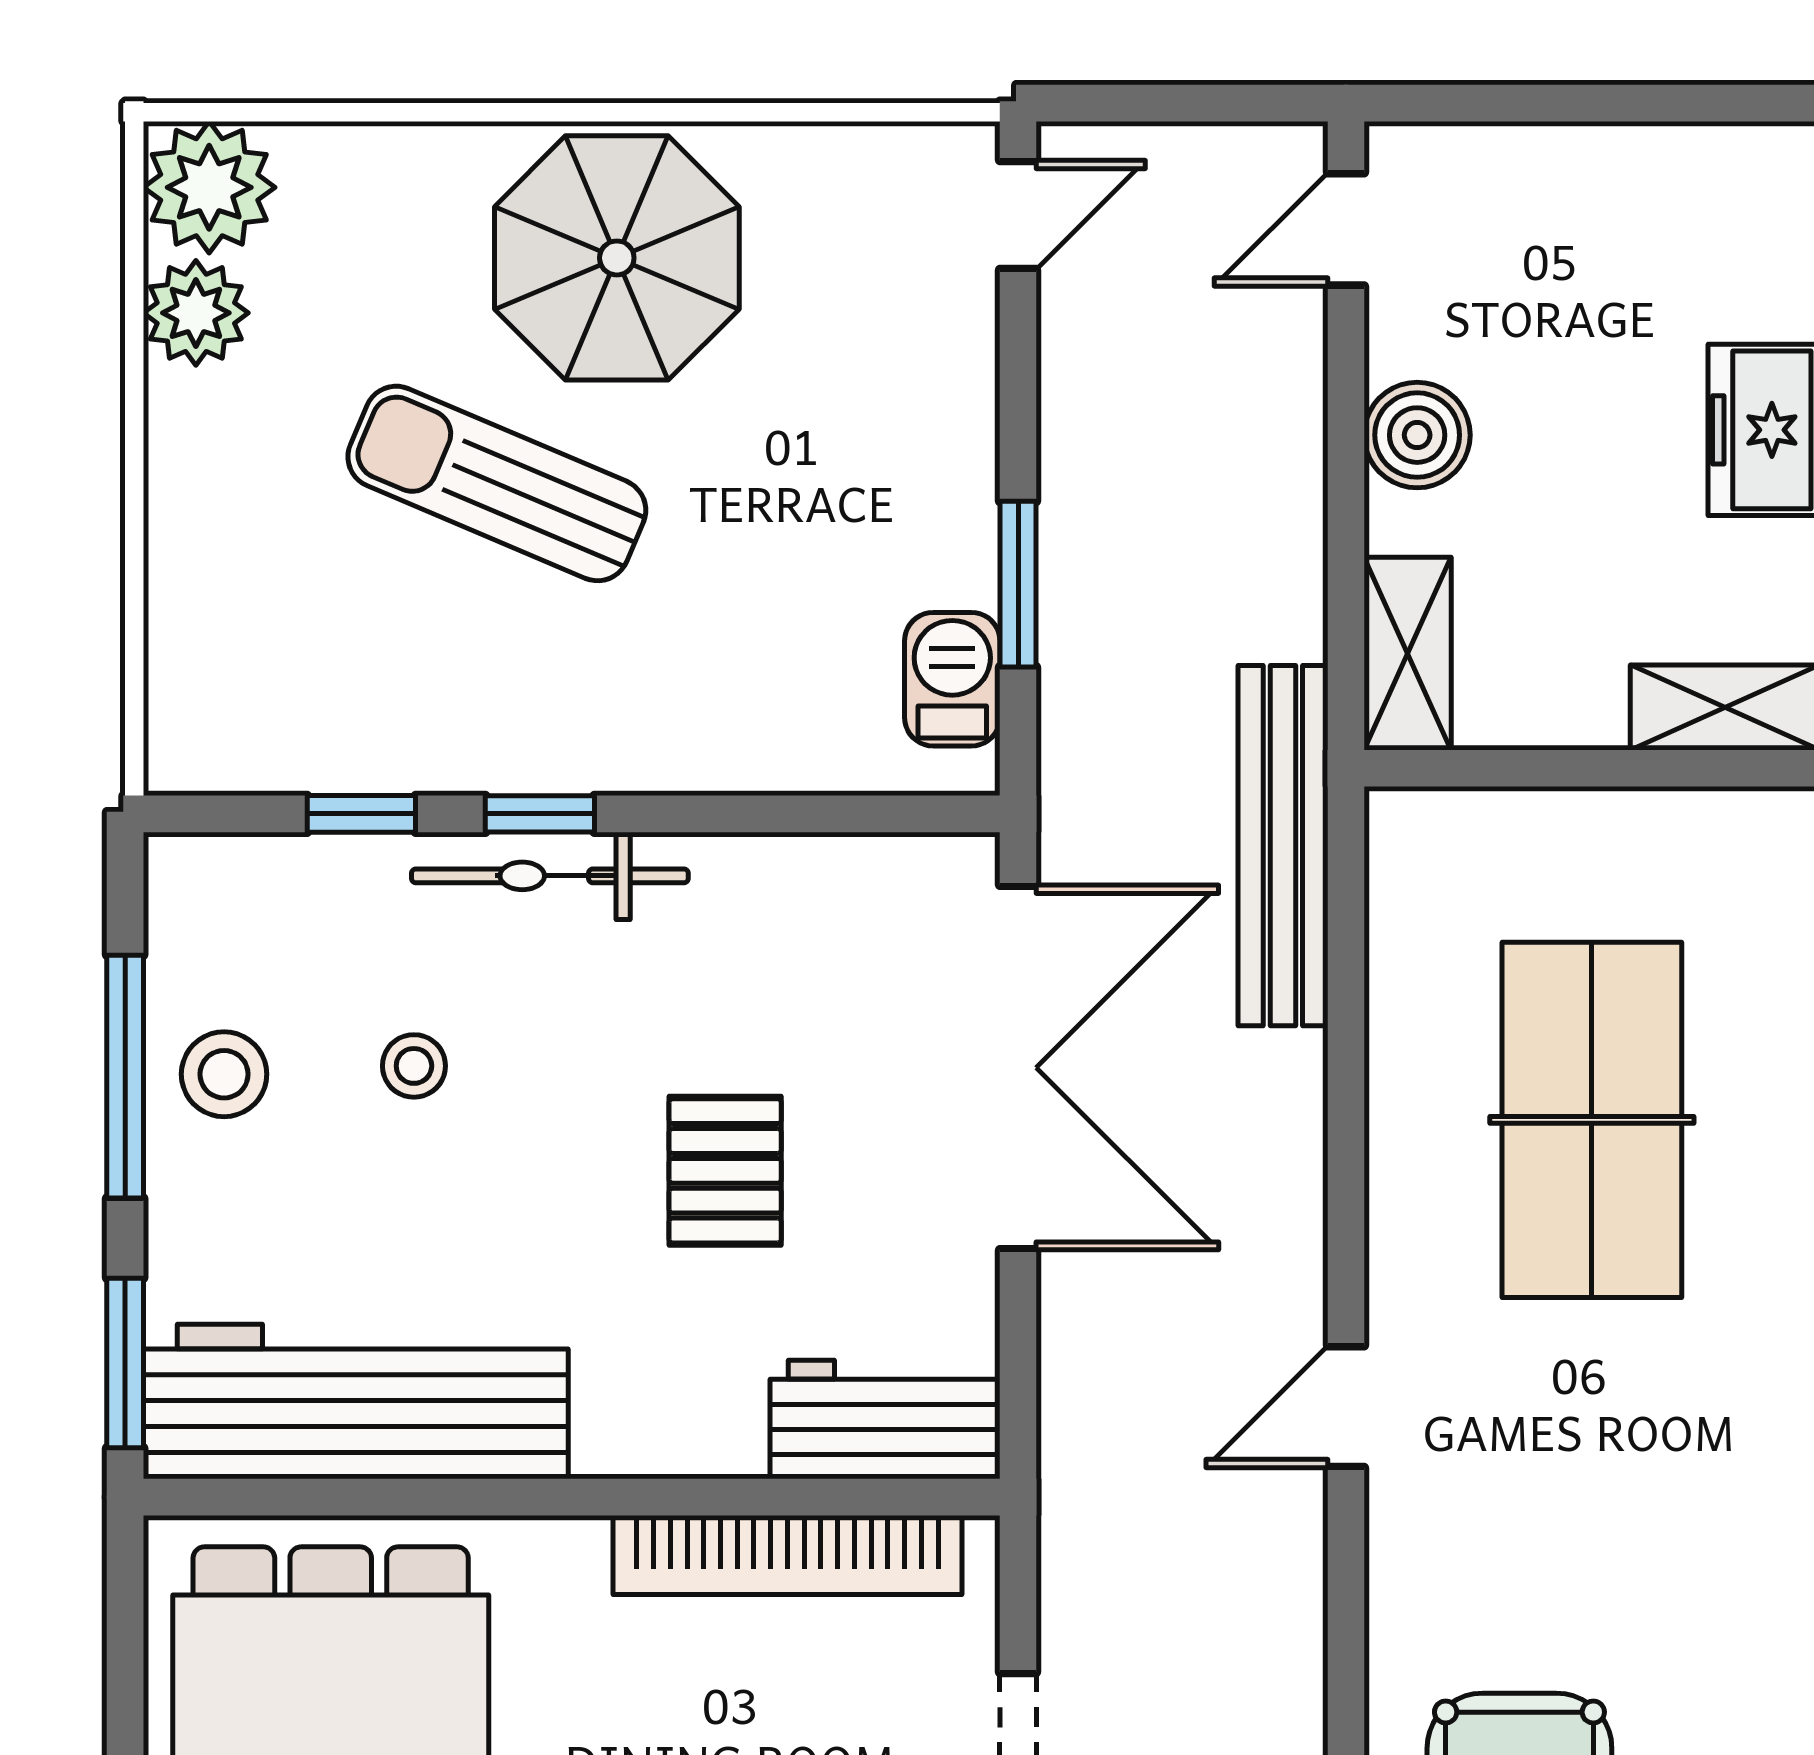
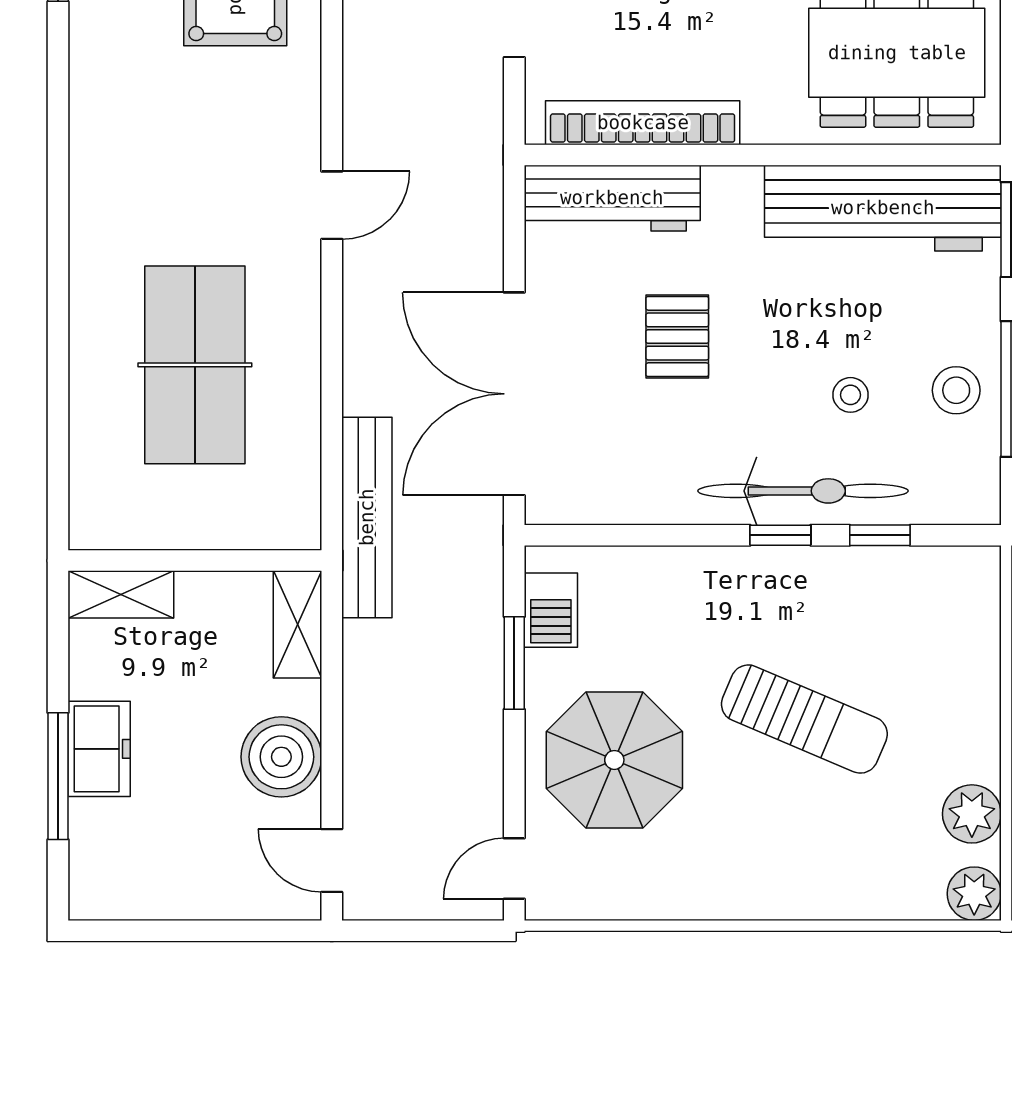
plant: (209, 187) -> (974, 894), width x0.73, depth x0.73
door: (1346, 229) -> (332, 860), swing flipped
parasol: (617, 258) -> (614, 760), moved
boiler: (1417, 435) -> (281, 757), width x1.37, depth x1.37
bicycle: (550, 876) -> (803, 491), width x1.37, depth x1.40
workbench: (885, 1420) -> (612, 198), width x1.38

